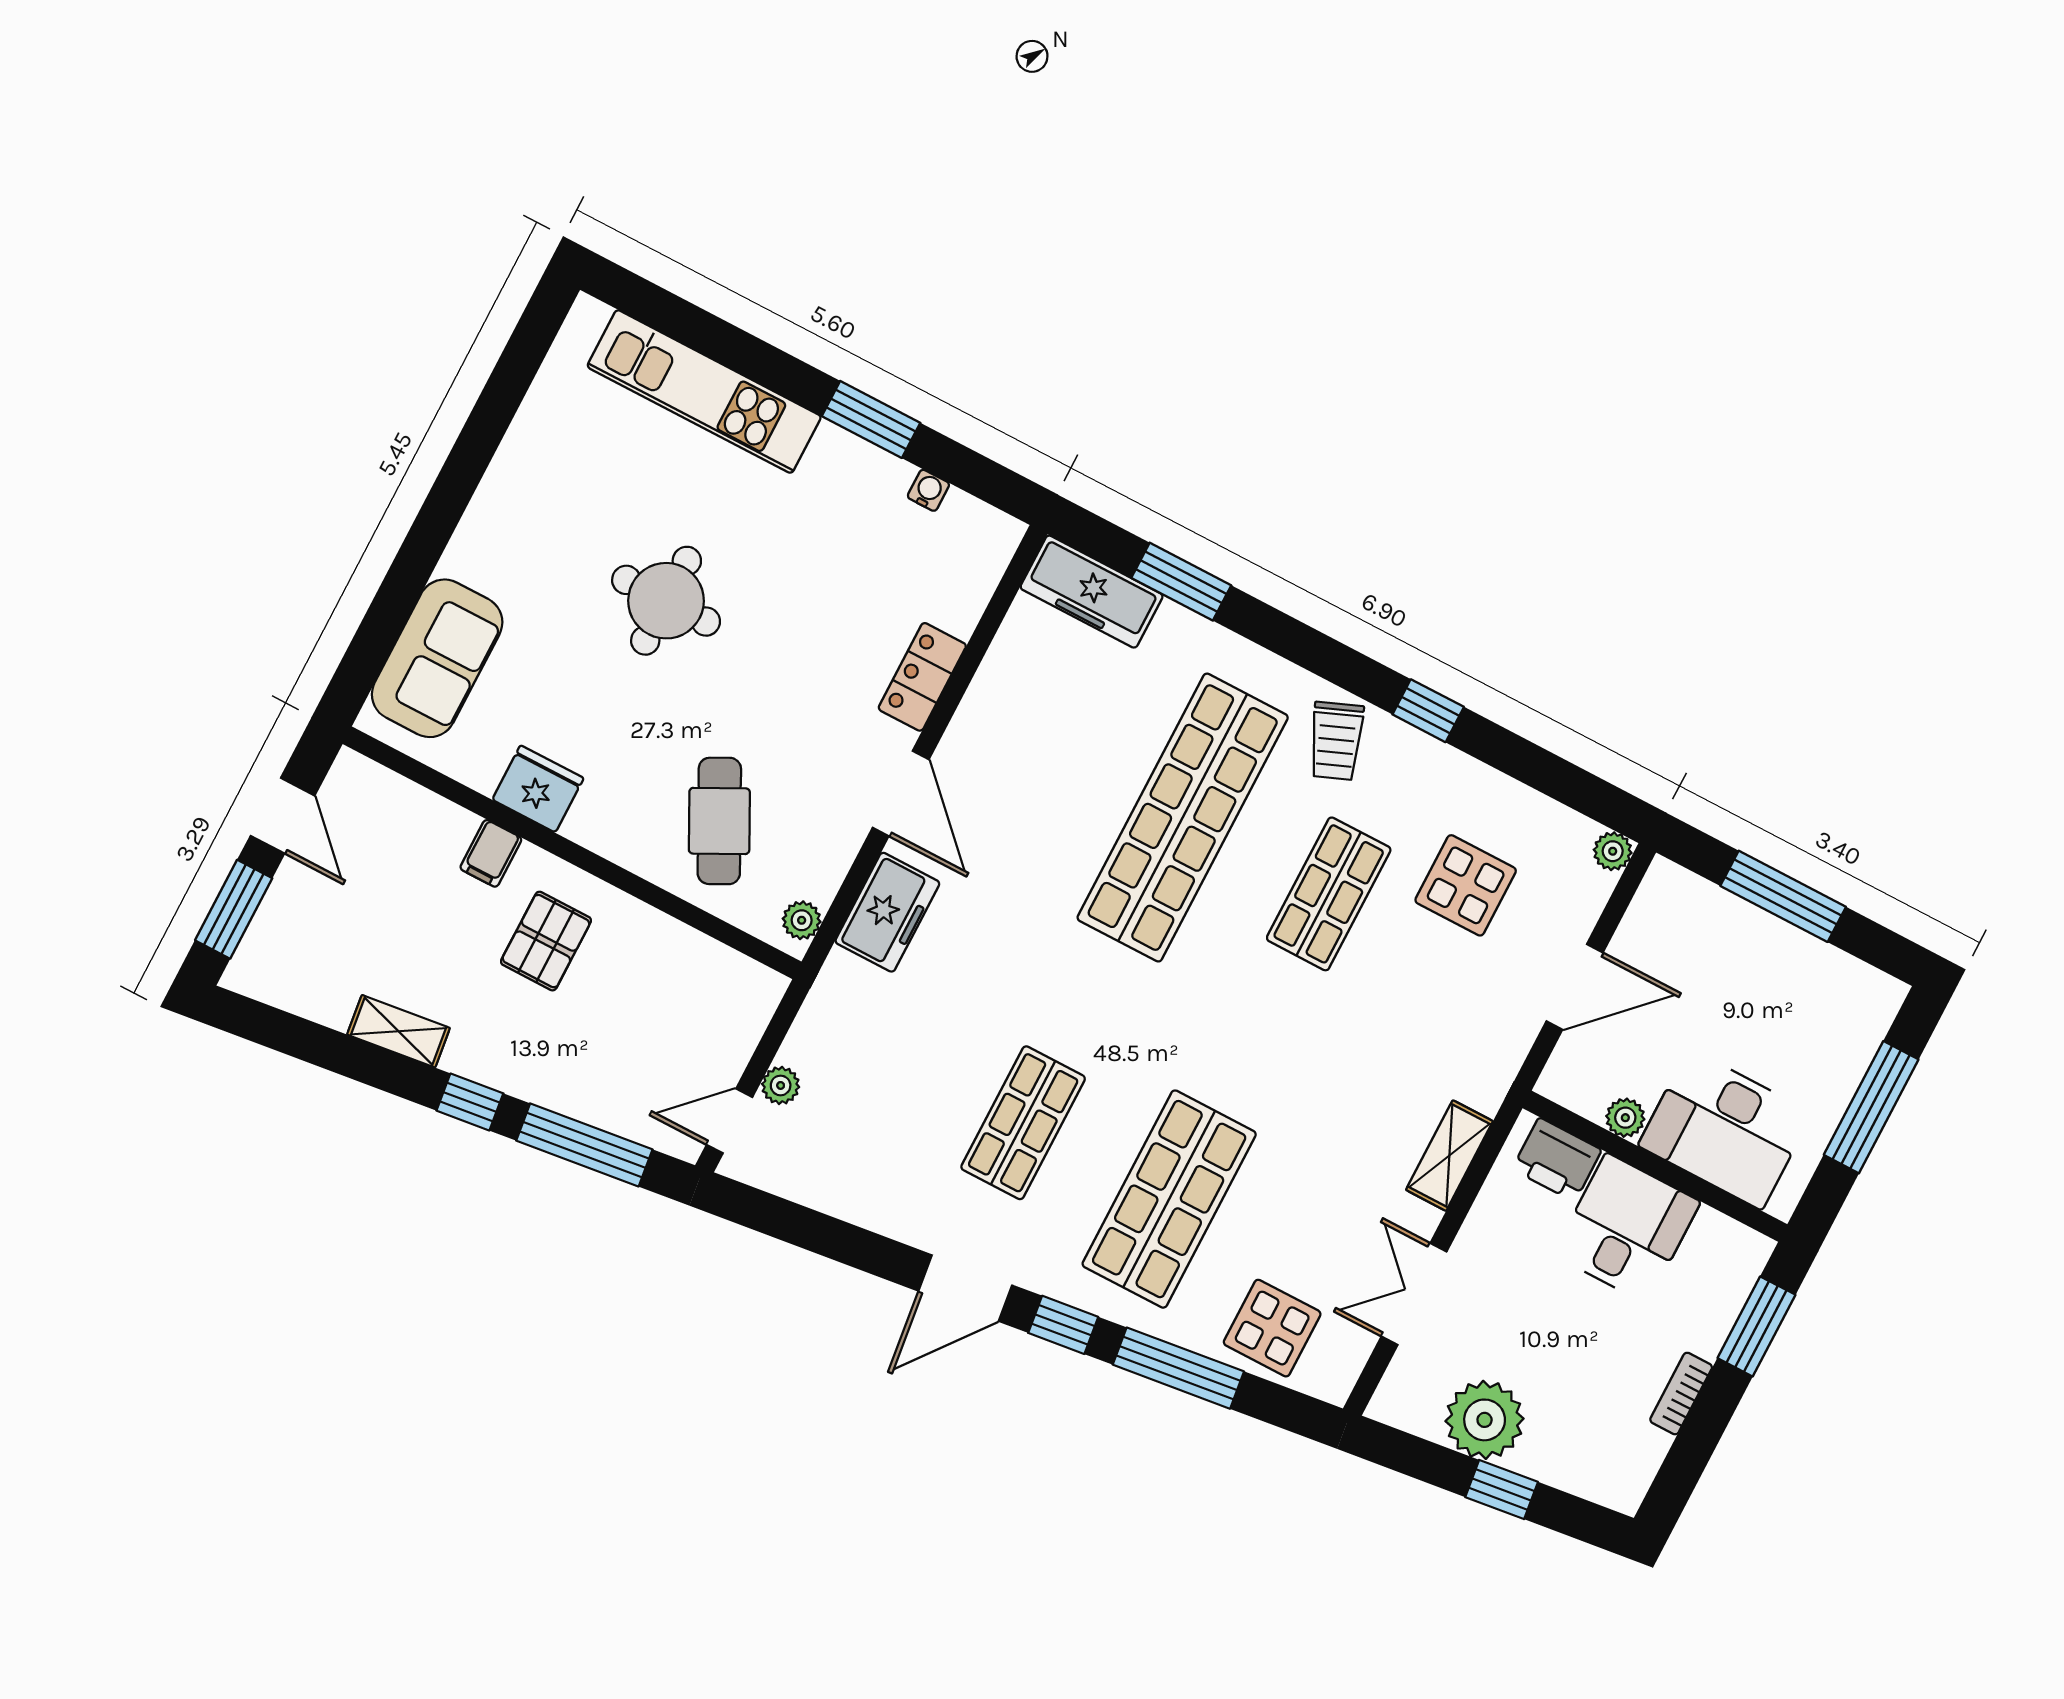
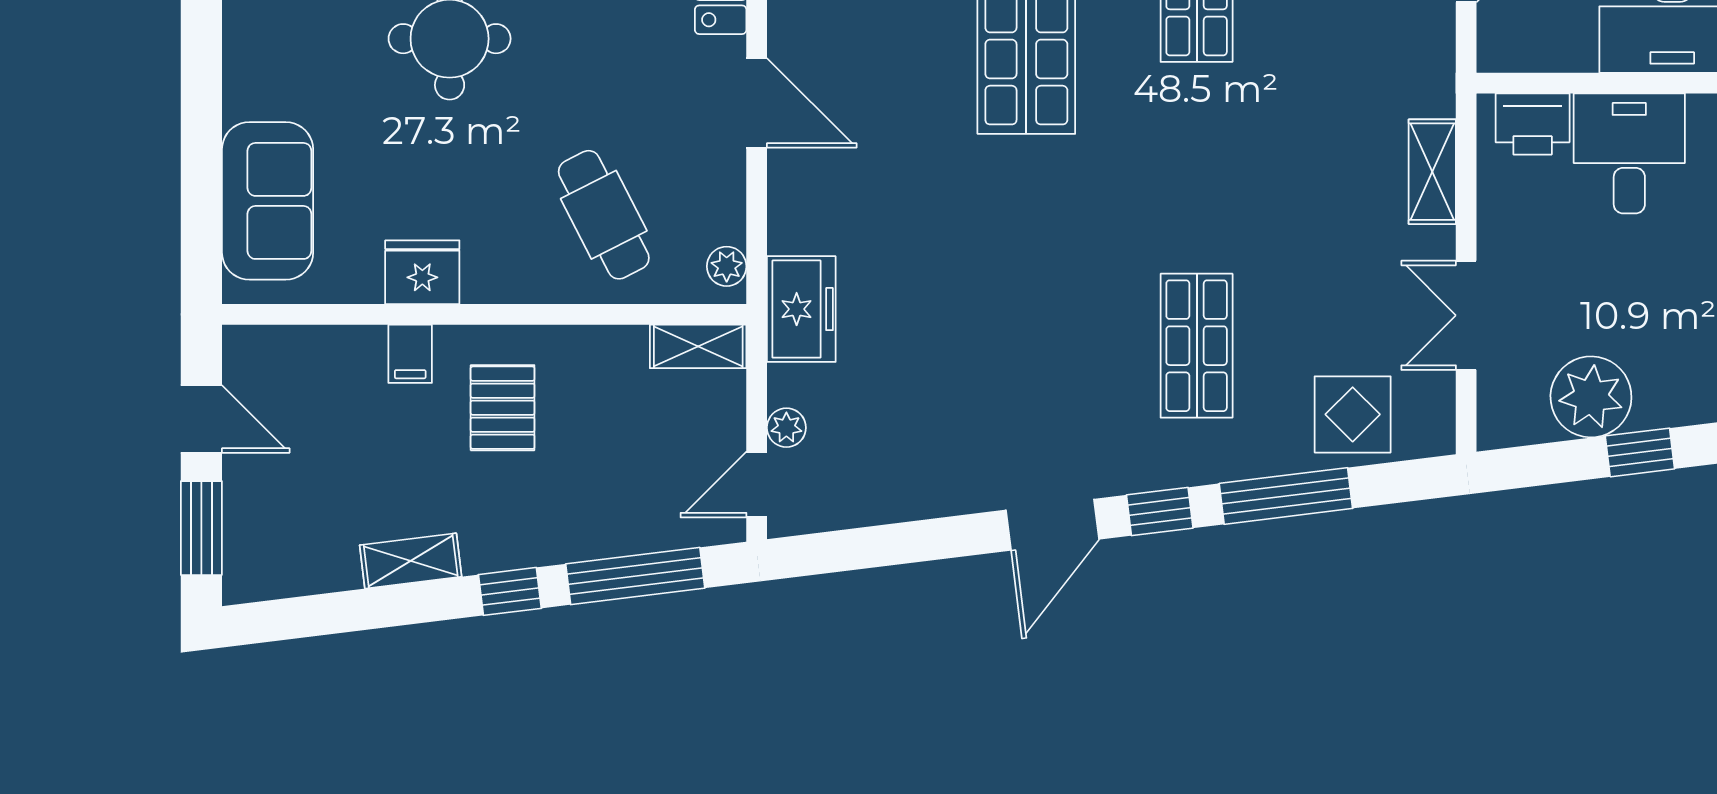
freezer: (887, 912) -> (801, 309), moved
shelving: (741, 976) -> (698, 346), added
plant: (1625, 1118) -> (1575, 53), removed
shop shelf: (1023, 1123) -> (1026, 346), removed
shop shelf: (1169, 1199) -> (1197, 346), width x0.70, depth x0.74

